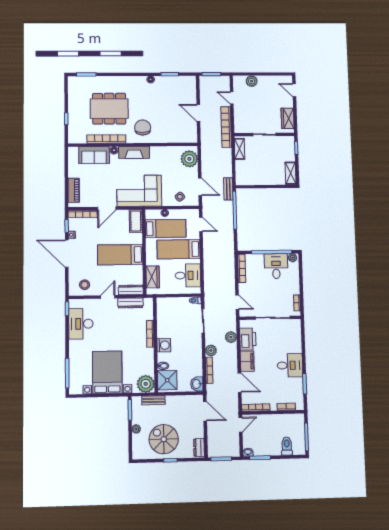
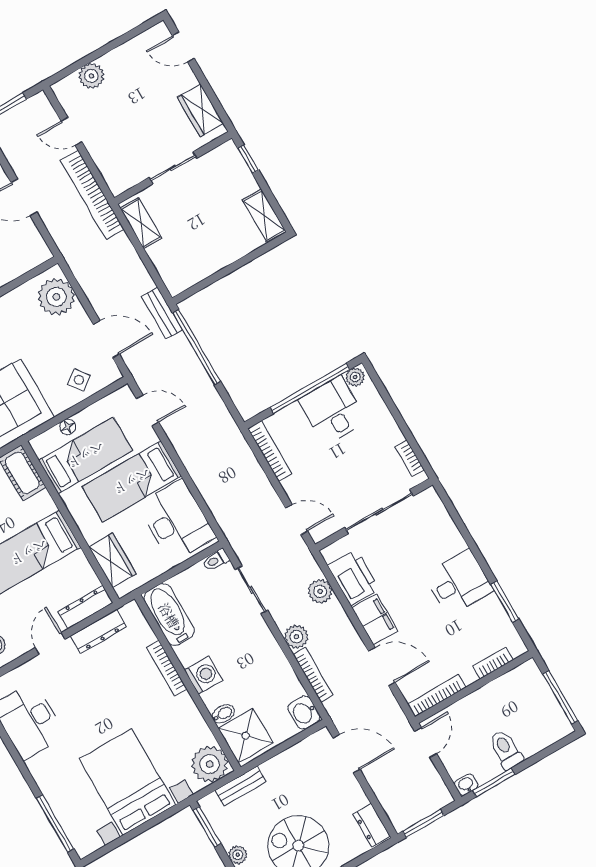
desk: (188, 275) -> (176, 521), width x1.37
bathtub: (163, 312) -> (169, 615), added
toilet: (287, 446) -> (506, 750), moved

